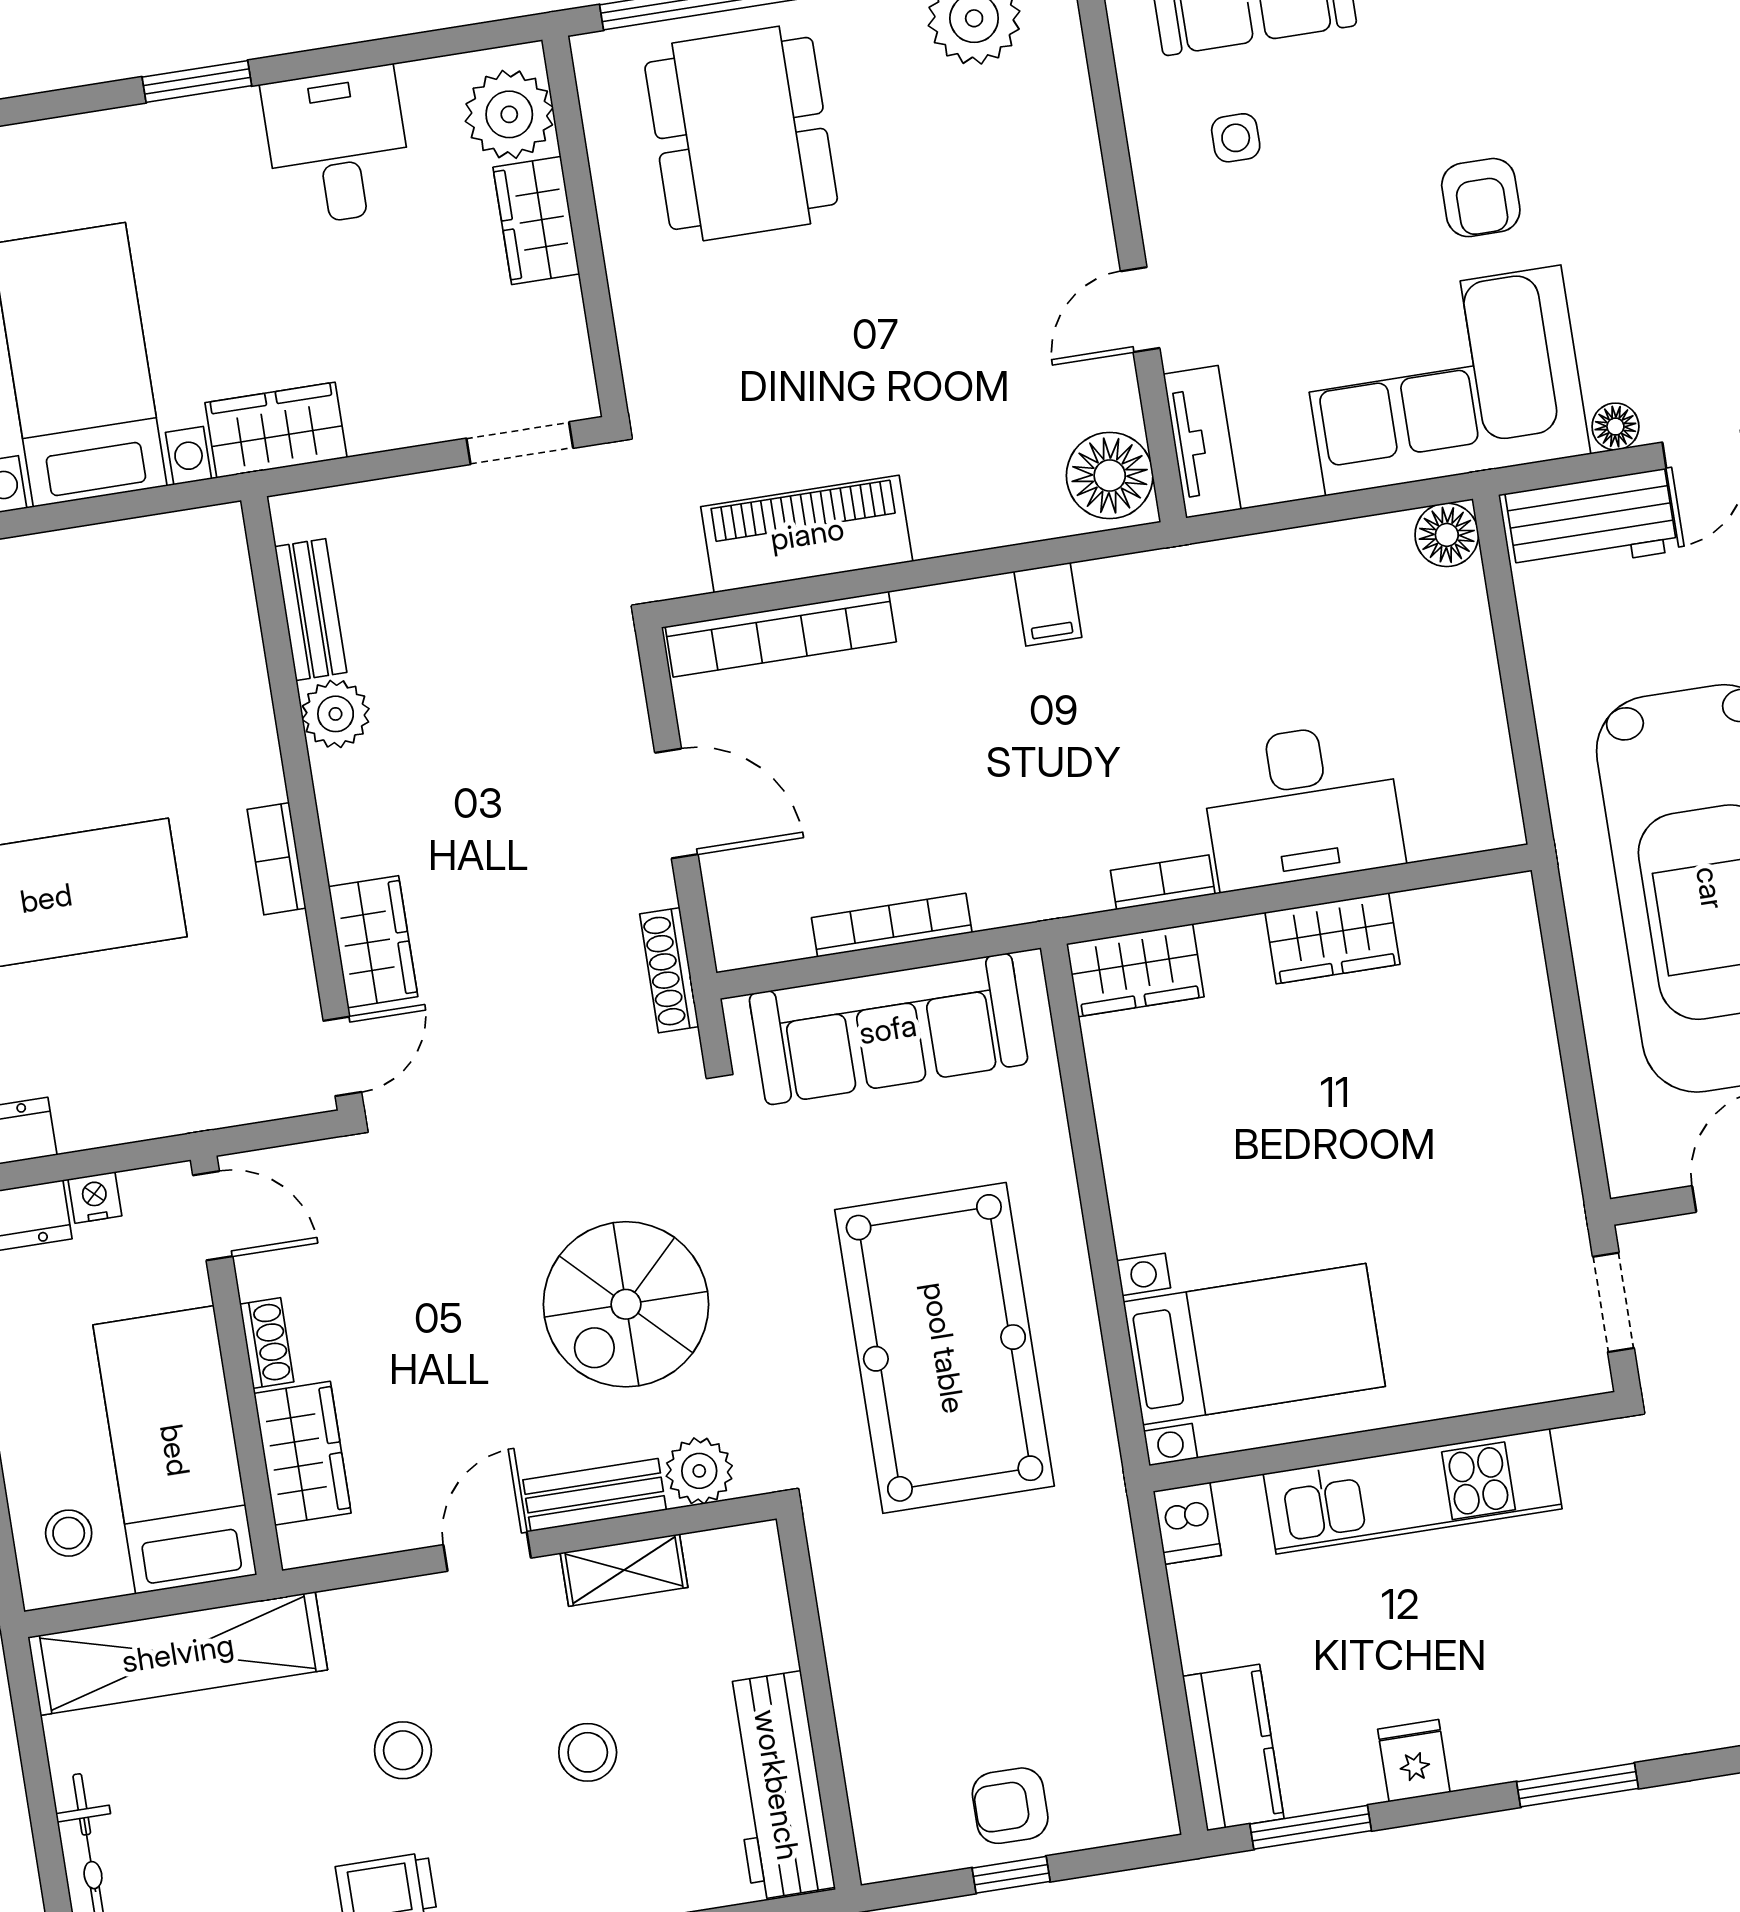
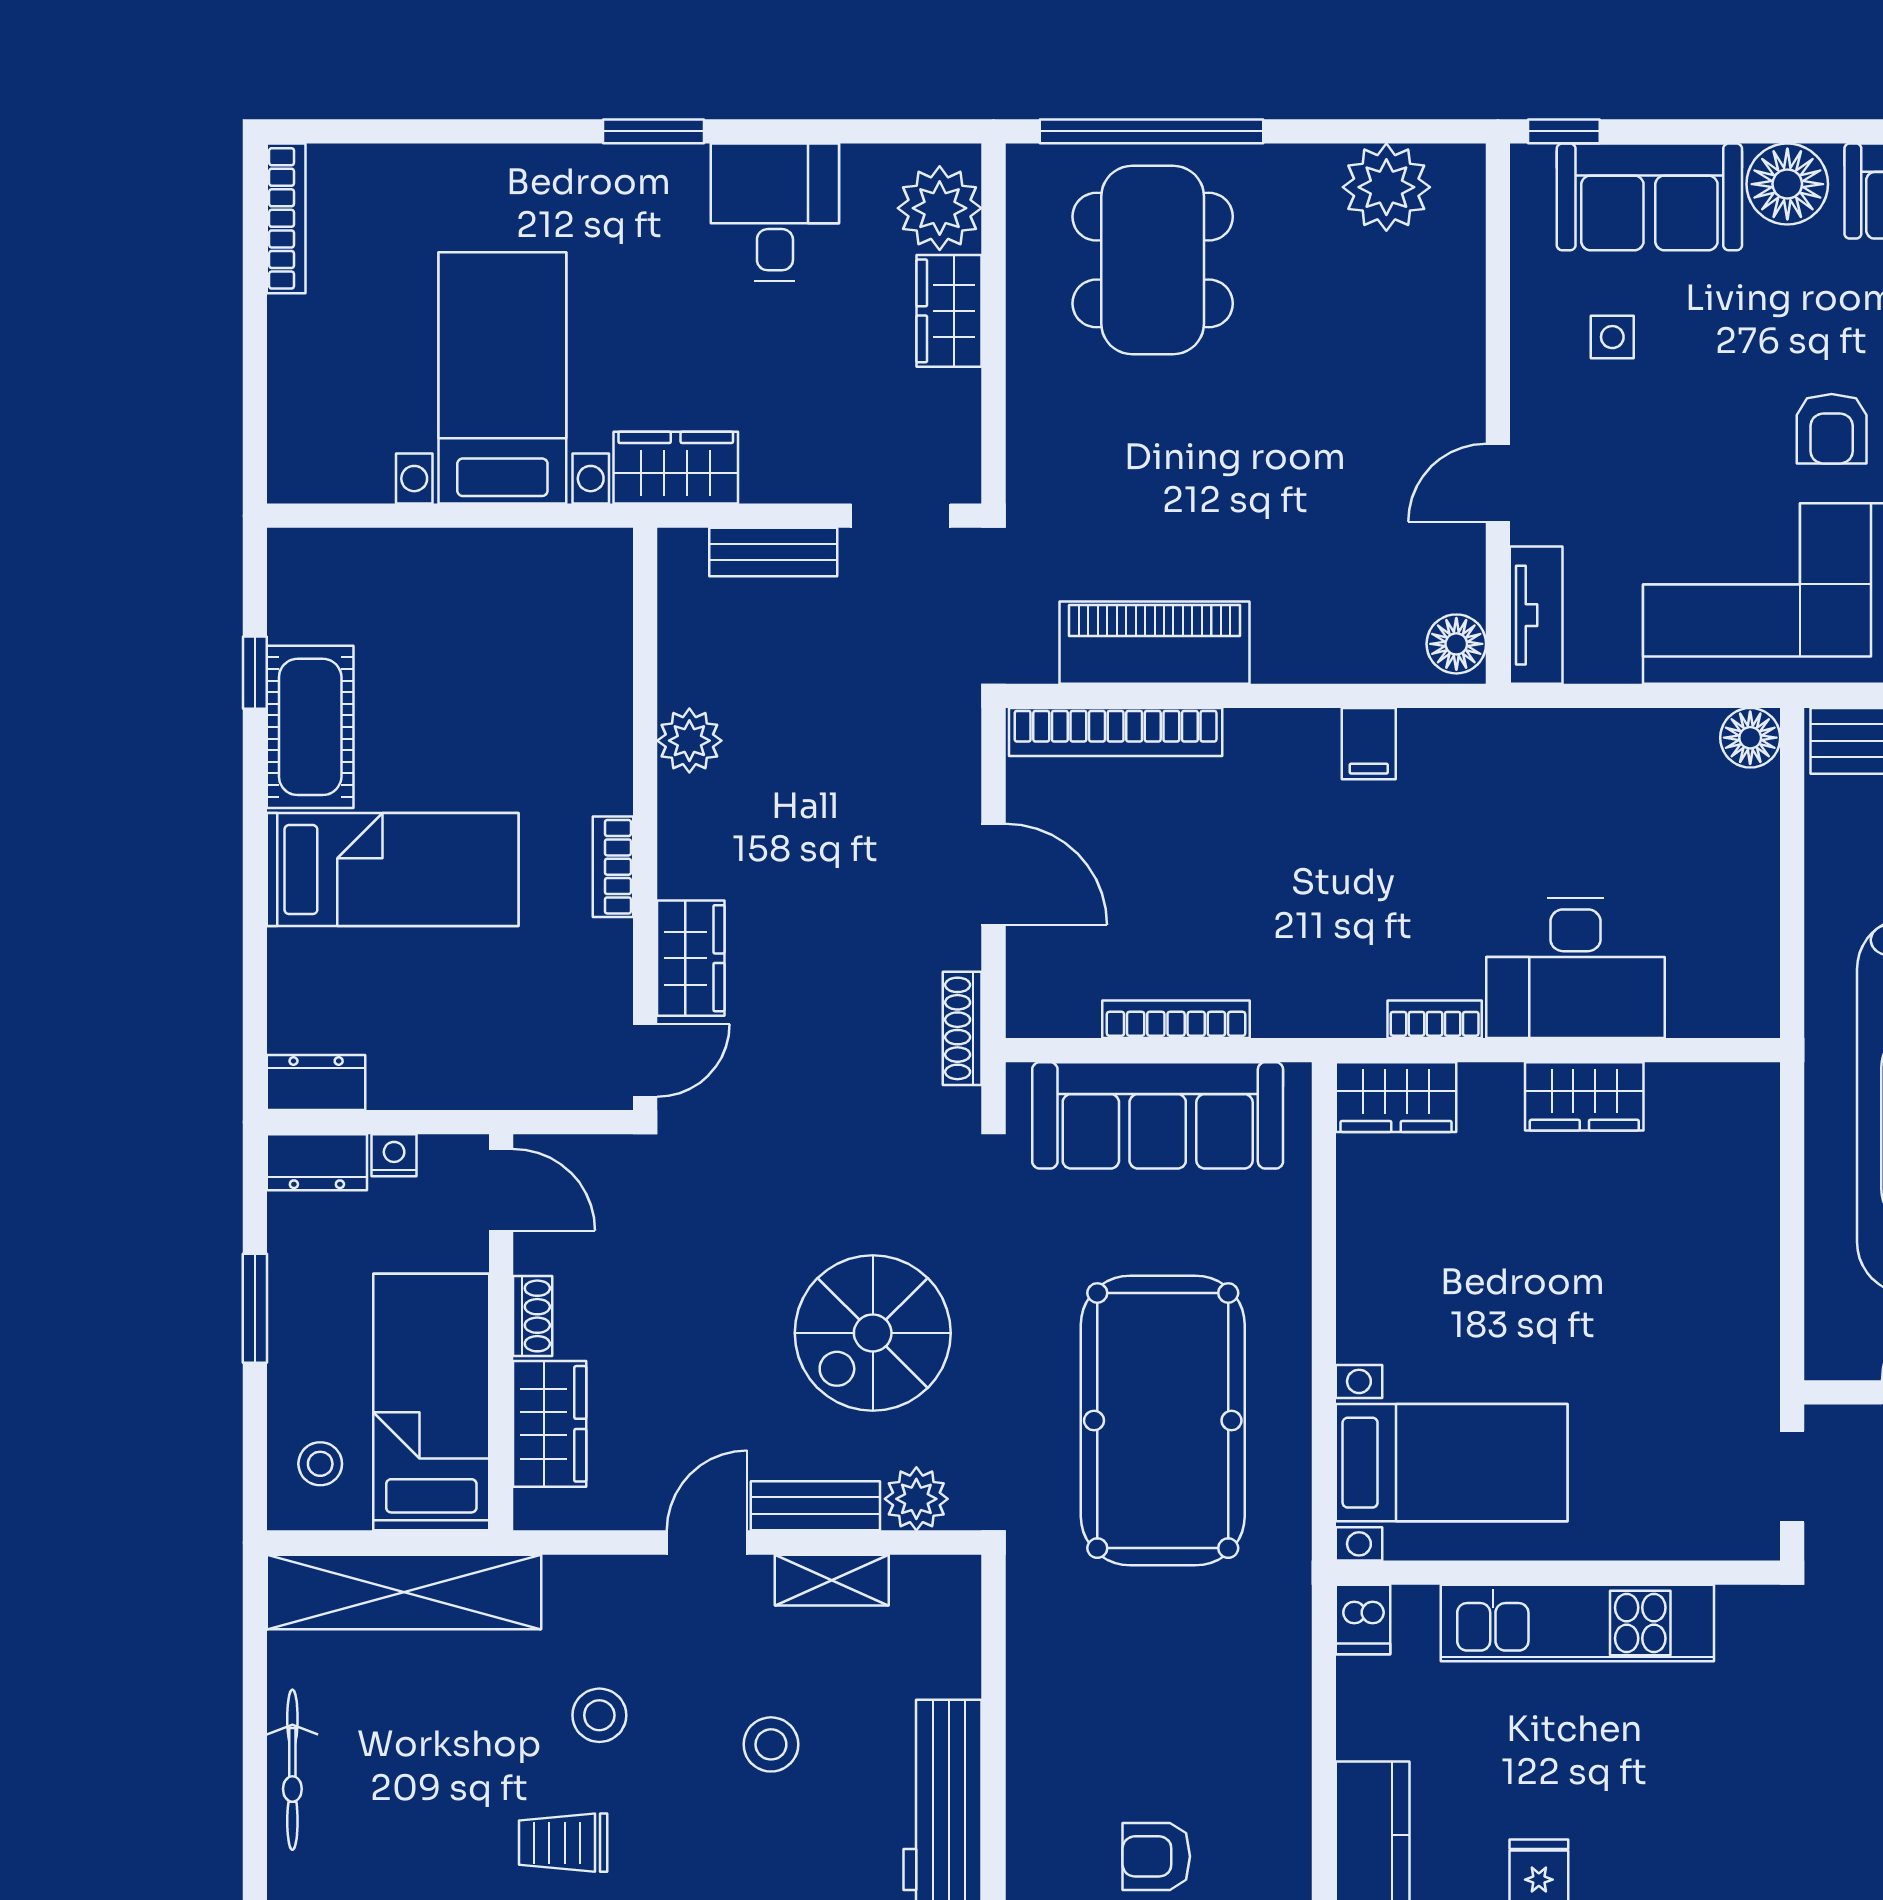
floor lamp: (1110, 476) -> (1456, 644), width x0.73, depth x0.73
bench: (311, 610) -> (773, 552), moved, turned 90

